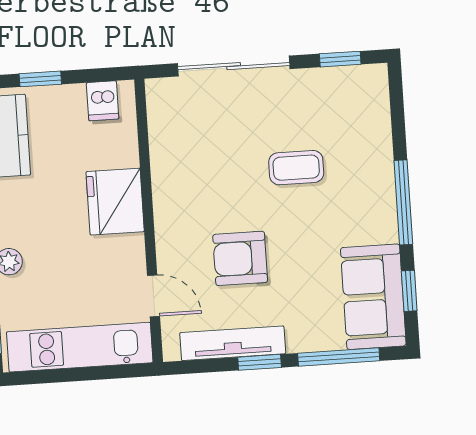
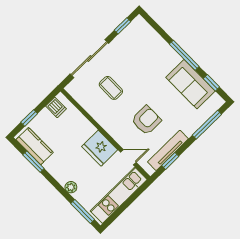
coffee table: (296, 168) -> (111, 88), moved, turned 90
fridge: (115, 202) -> (100, 148), moved
armchair: (240, 258) -> (146, 120), turned 180
sofa: (373, 297) -> (191, 84), moved
window: (260, 362) -> (170, 161), moved

